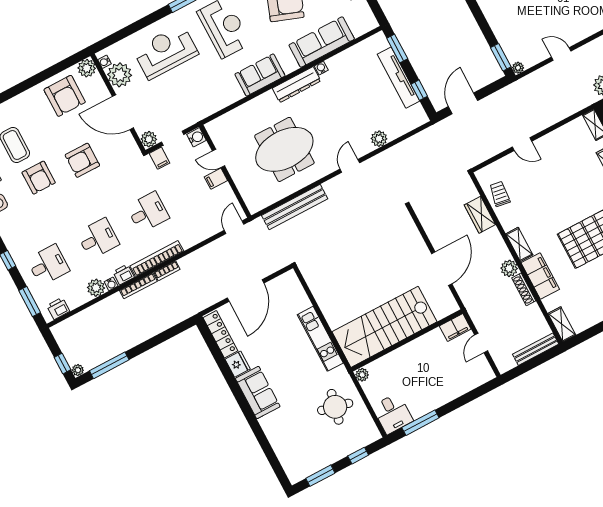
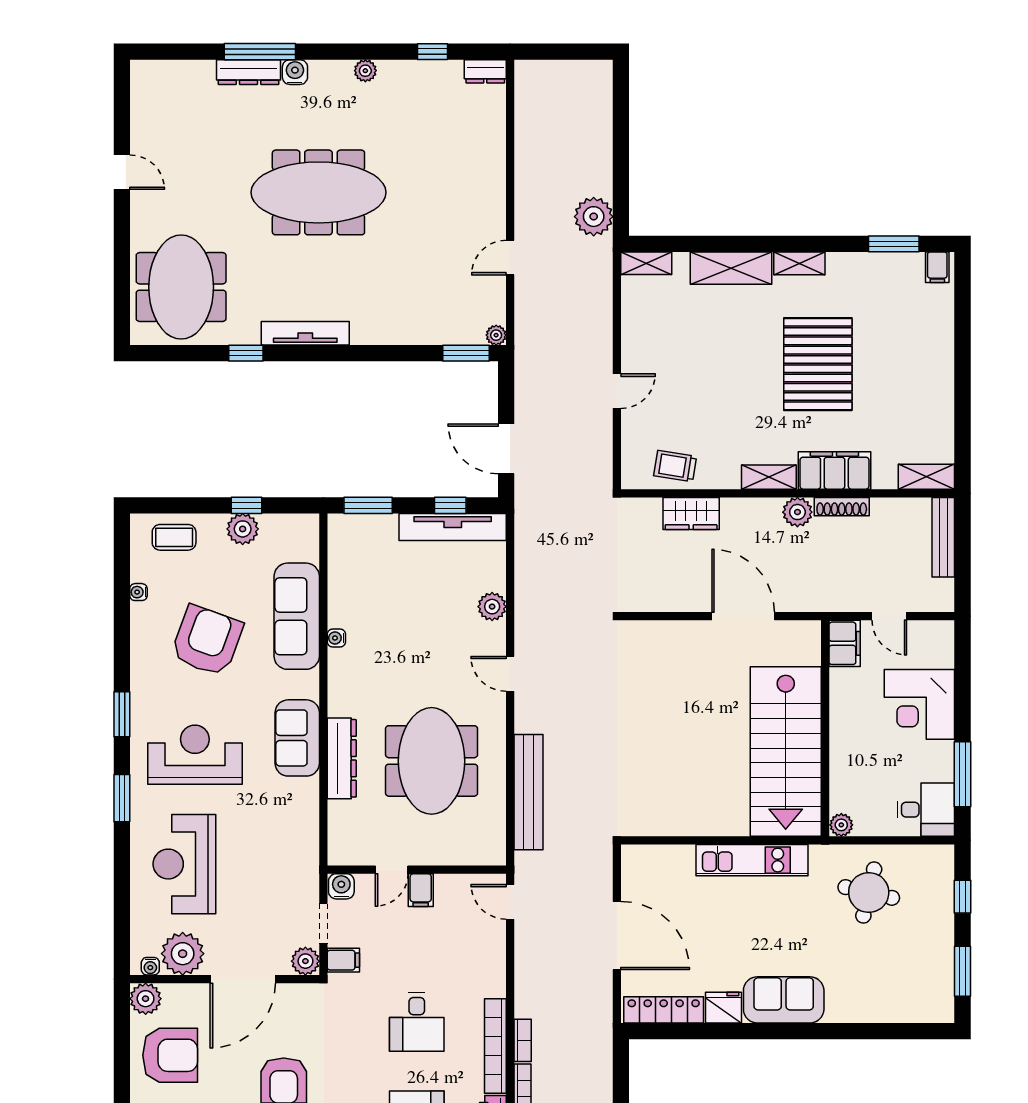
tv unit: (399, 78) -> (453, 527), moved
dresser: (296, 85) -> (342, 758), moved
desk: (148, 212) -> (417, 1022), turned 180
corner desk: (444, 382) -> (919, 704), added

